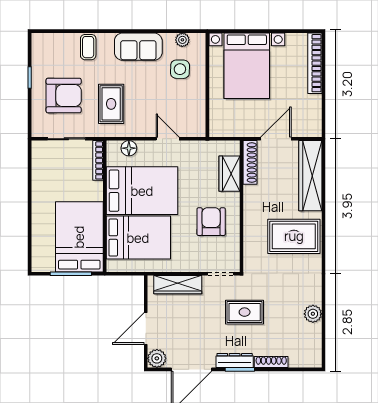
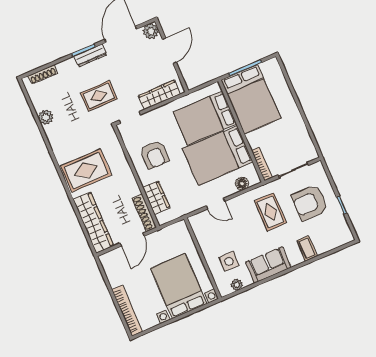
shoe rack: (271, 362) -> (43, 75), moved

